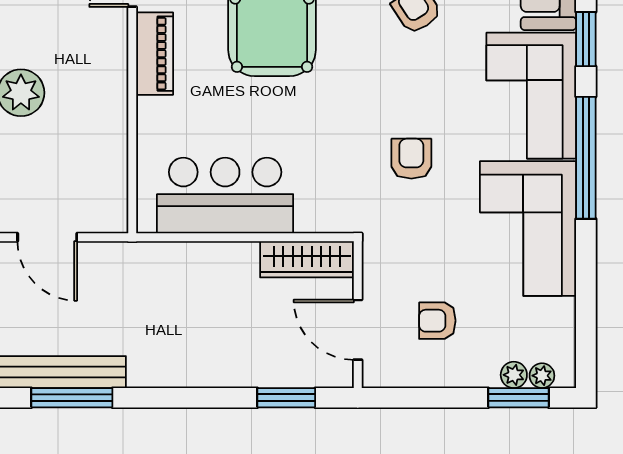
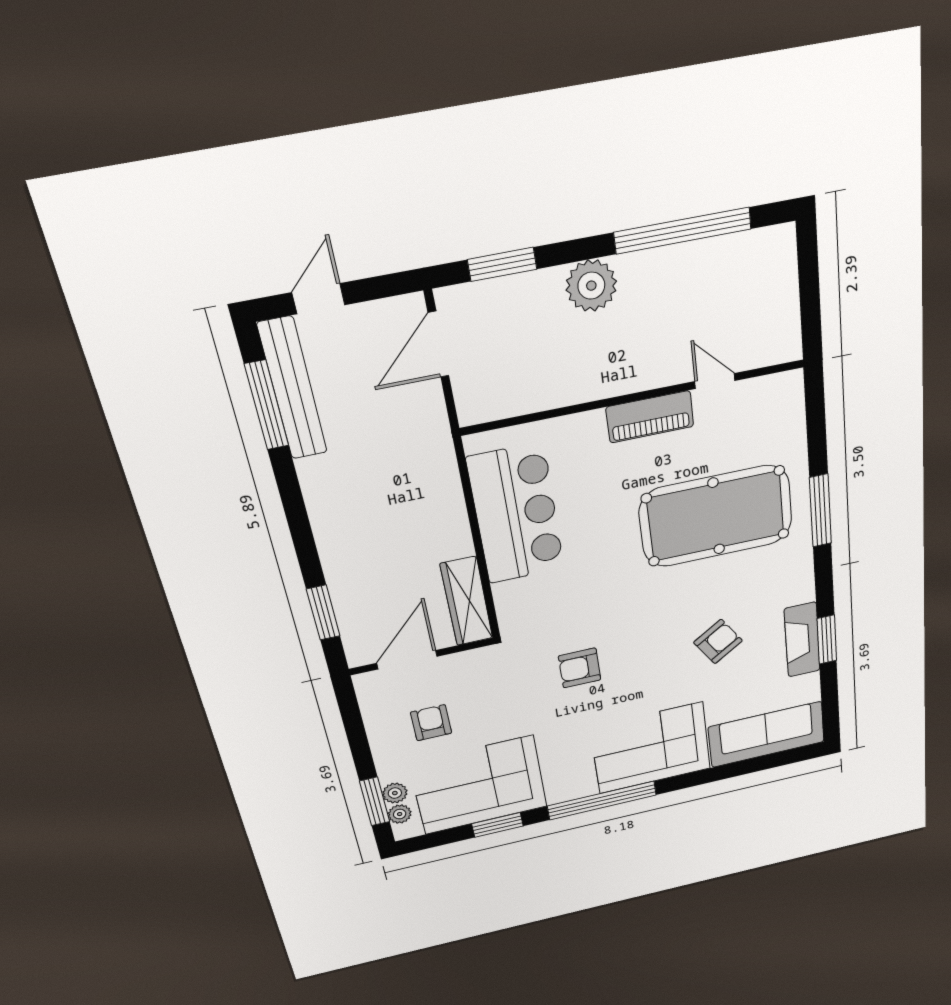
window: (586, 39) -> (498, 825), moved
armchair: (411, 159) -> (580, 668), turned 180
corner sofa: (528, 229) -> (479, 785), moved

